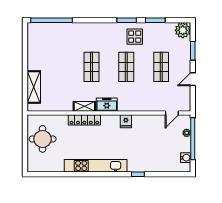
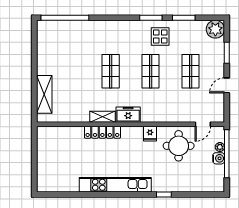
round table: (43, 139) -> (179, 146), moved
water cooler: (186, 158) -> (219, 158), moved

